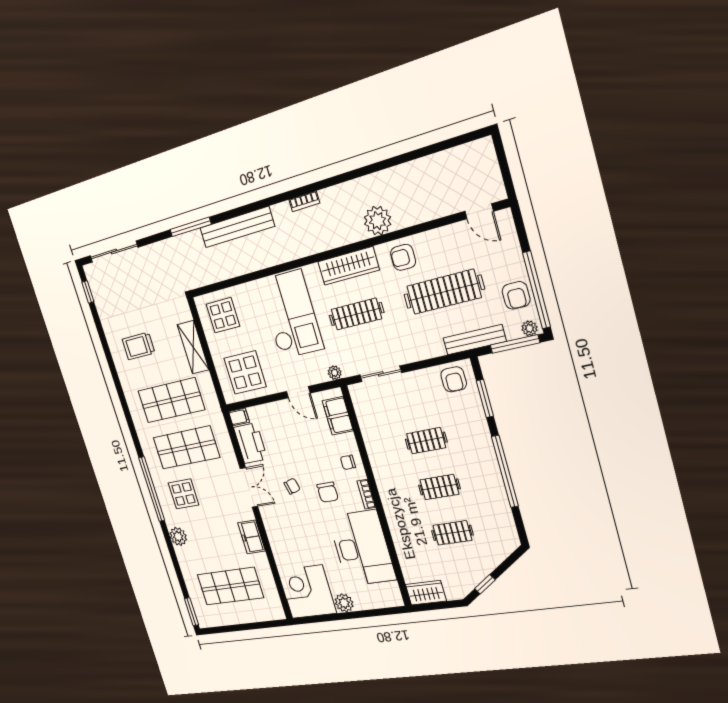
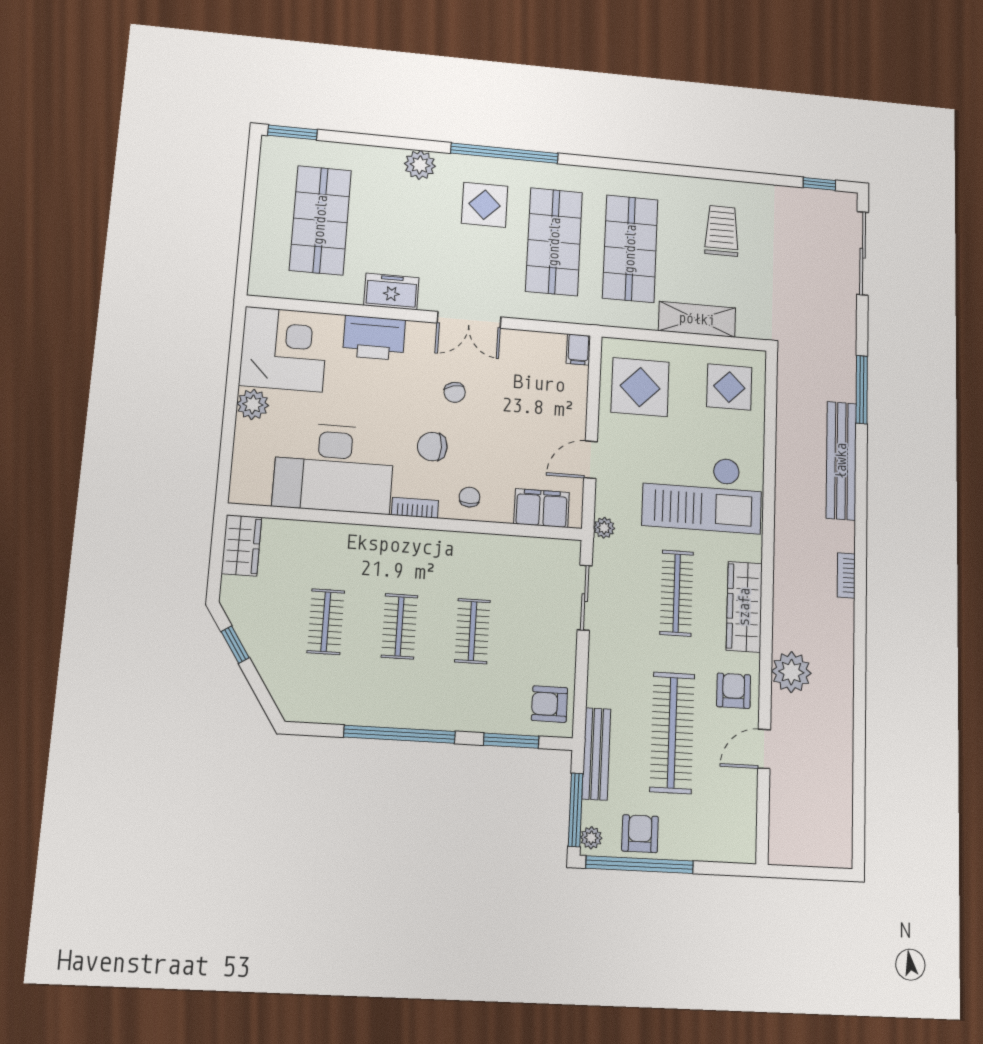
door: (479, 211) -> (764, 749), moved
armchair: (516, 295) -> (640, 834), turned 90
printer: (250, 443) -> (374, 338), moved

